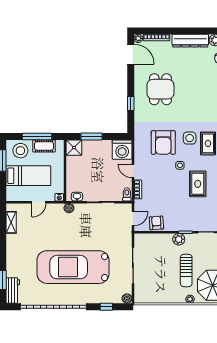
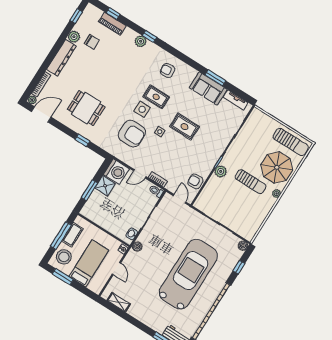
shower: (74, 148) -> (105, 186), moved
car: (73, 267) -> (188, 274), turned 180

